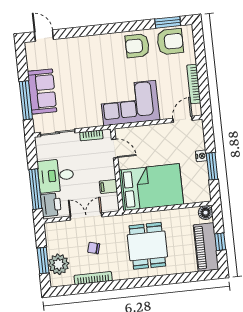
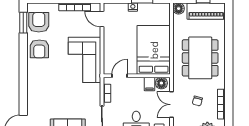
floor lamp: (111, 201) -> (161, 83), added
dining table: (147, 246) -> (200, 58), width x1.37

